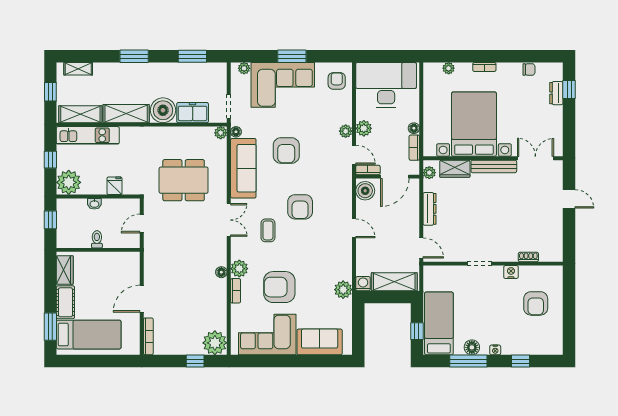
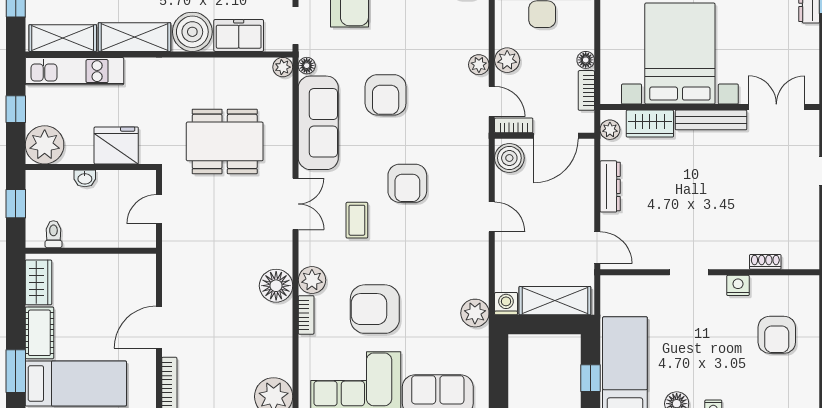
fridge: (114, 186) -> (116, 145), width x1.88, depth x1.34
toilet: (97, 239) -> (53, 234), moved
floor lamp: (221, 272) -> (276, 286), width x1.89, depth x1.89

